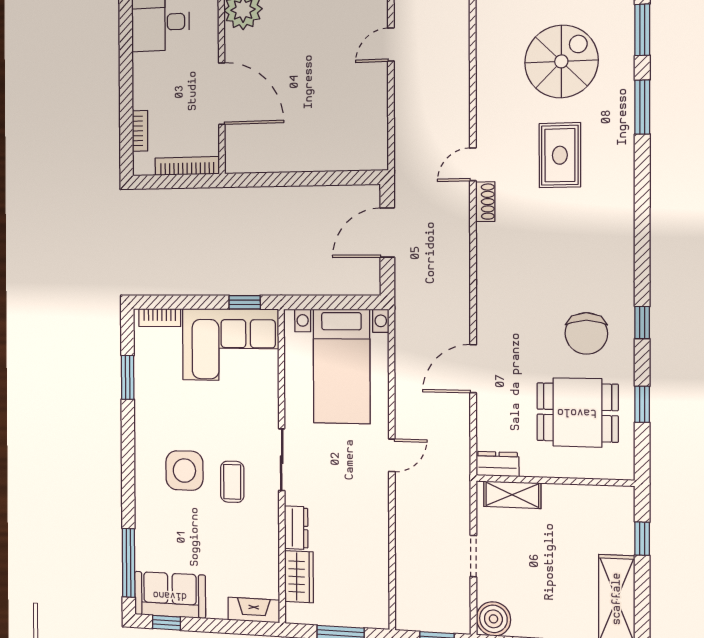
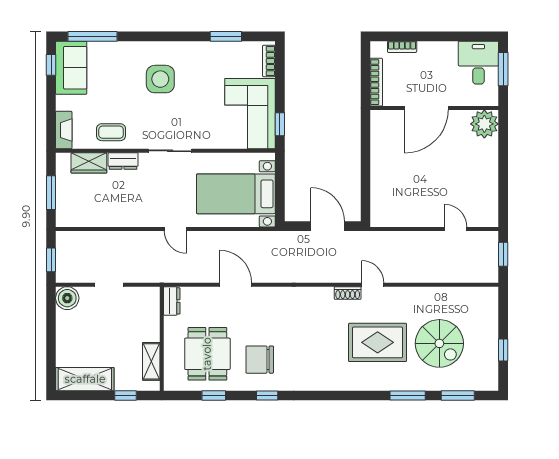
rug: (560, 155) -> (378, 342), width x1.36, depth x1.43
coffee table: (232, 482) -> (111, 132), moved
shelving: (512, 495) -> (151, 361), moved

